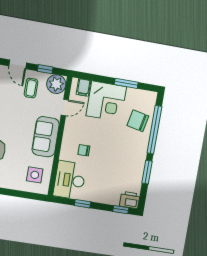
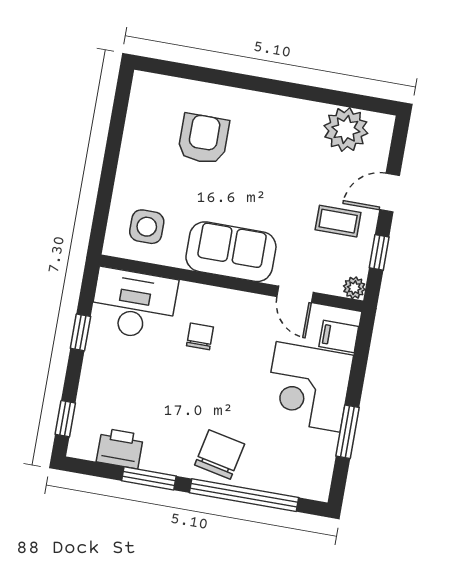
plant: (56, 84) -> (354, 288), width x0.53, depth x0.53
chair: (138, 121) -> (220, 455), moved
printer: (130, 200) -> (120, 448), moved, turned -90

